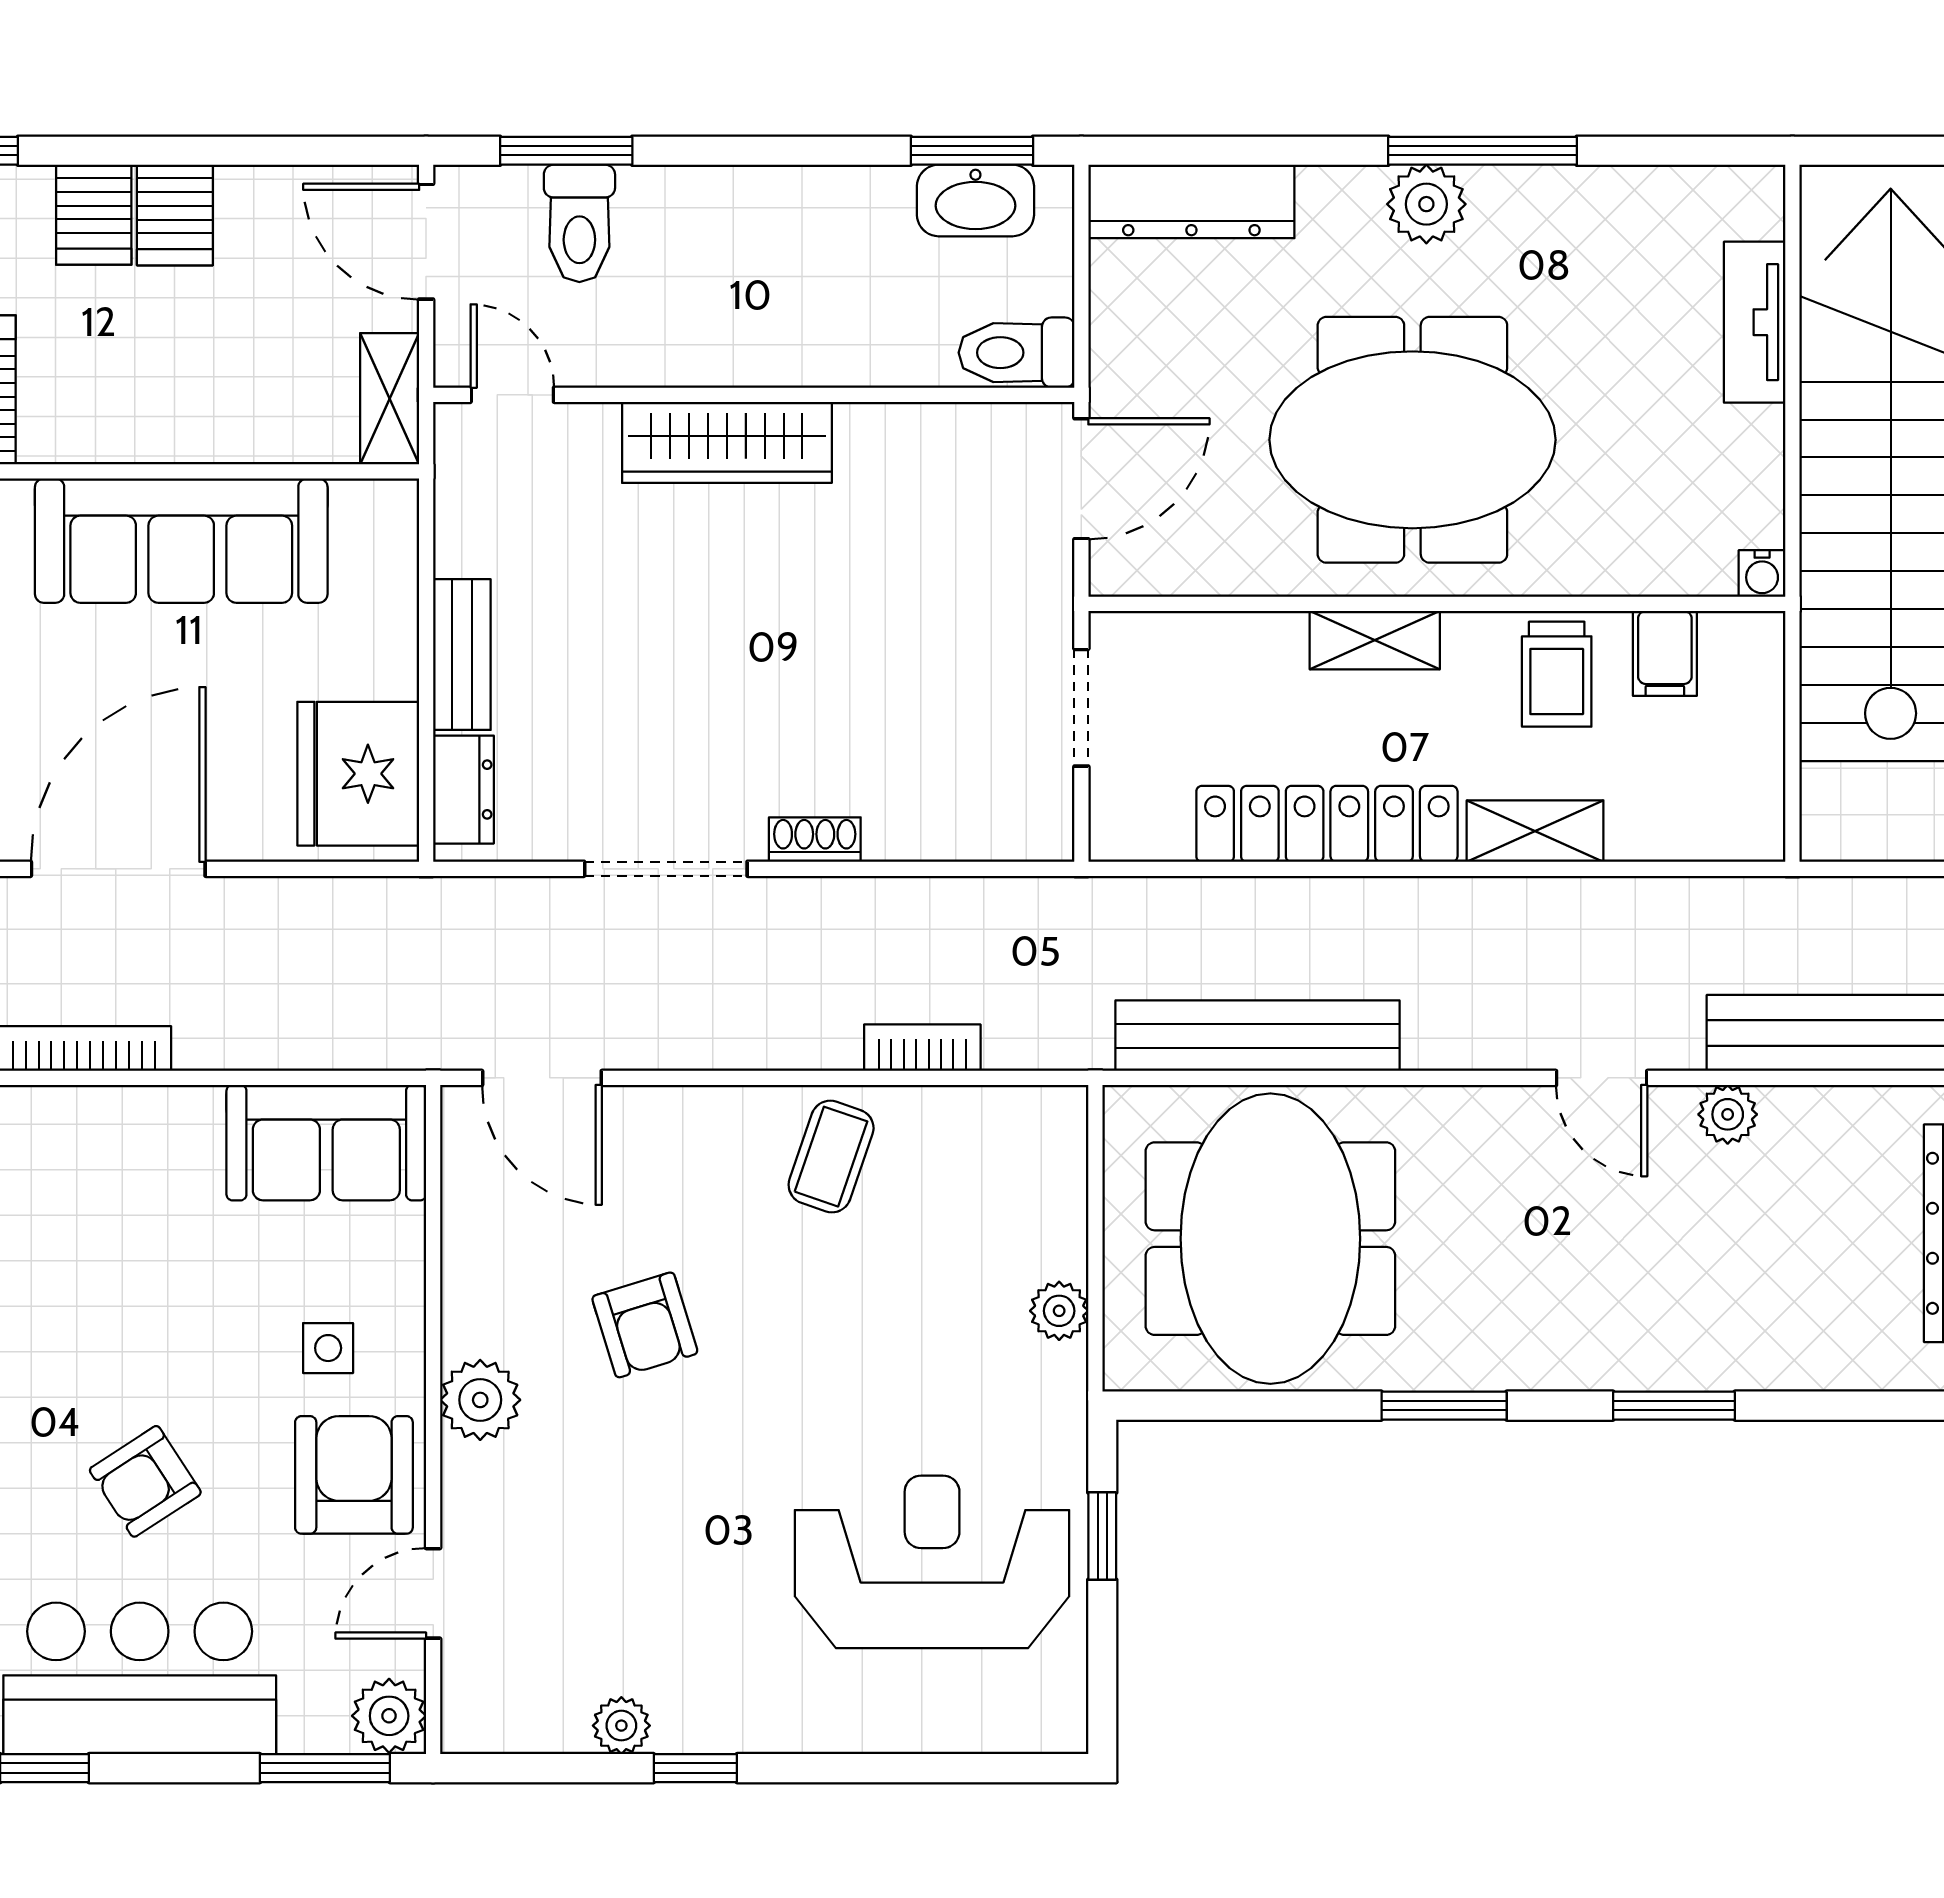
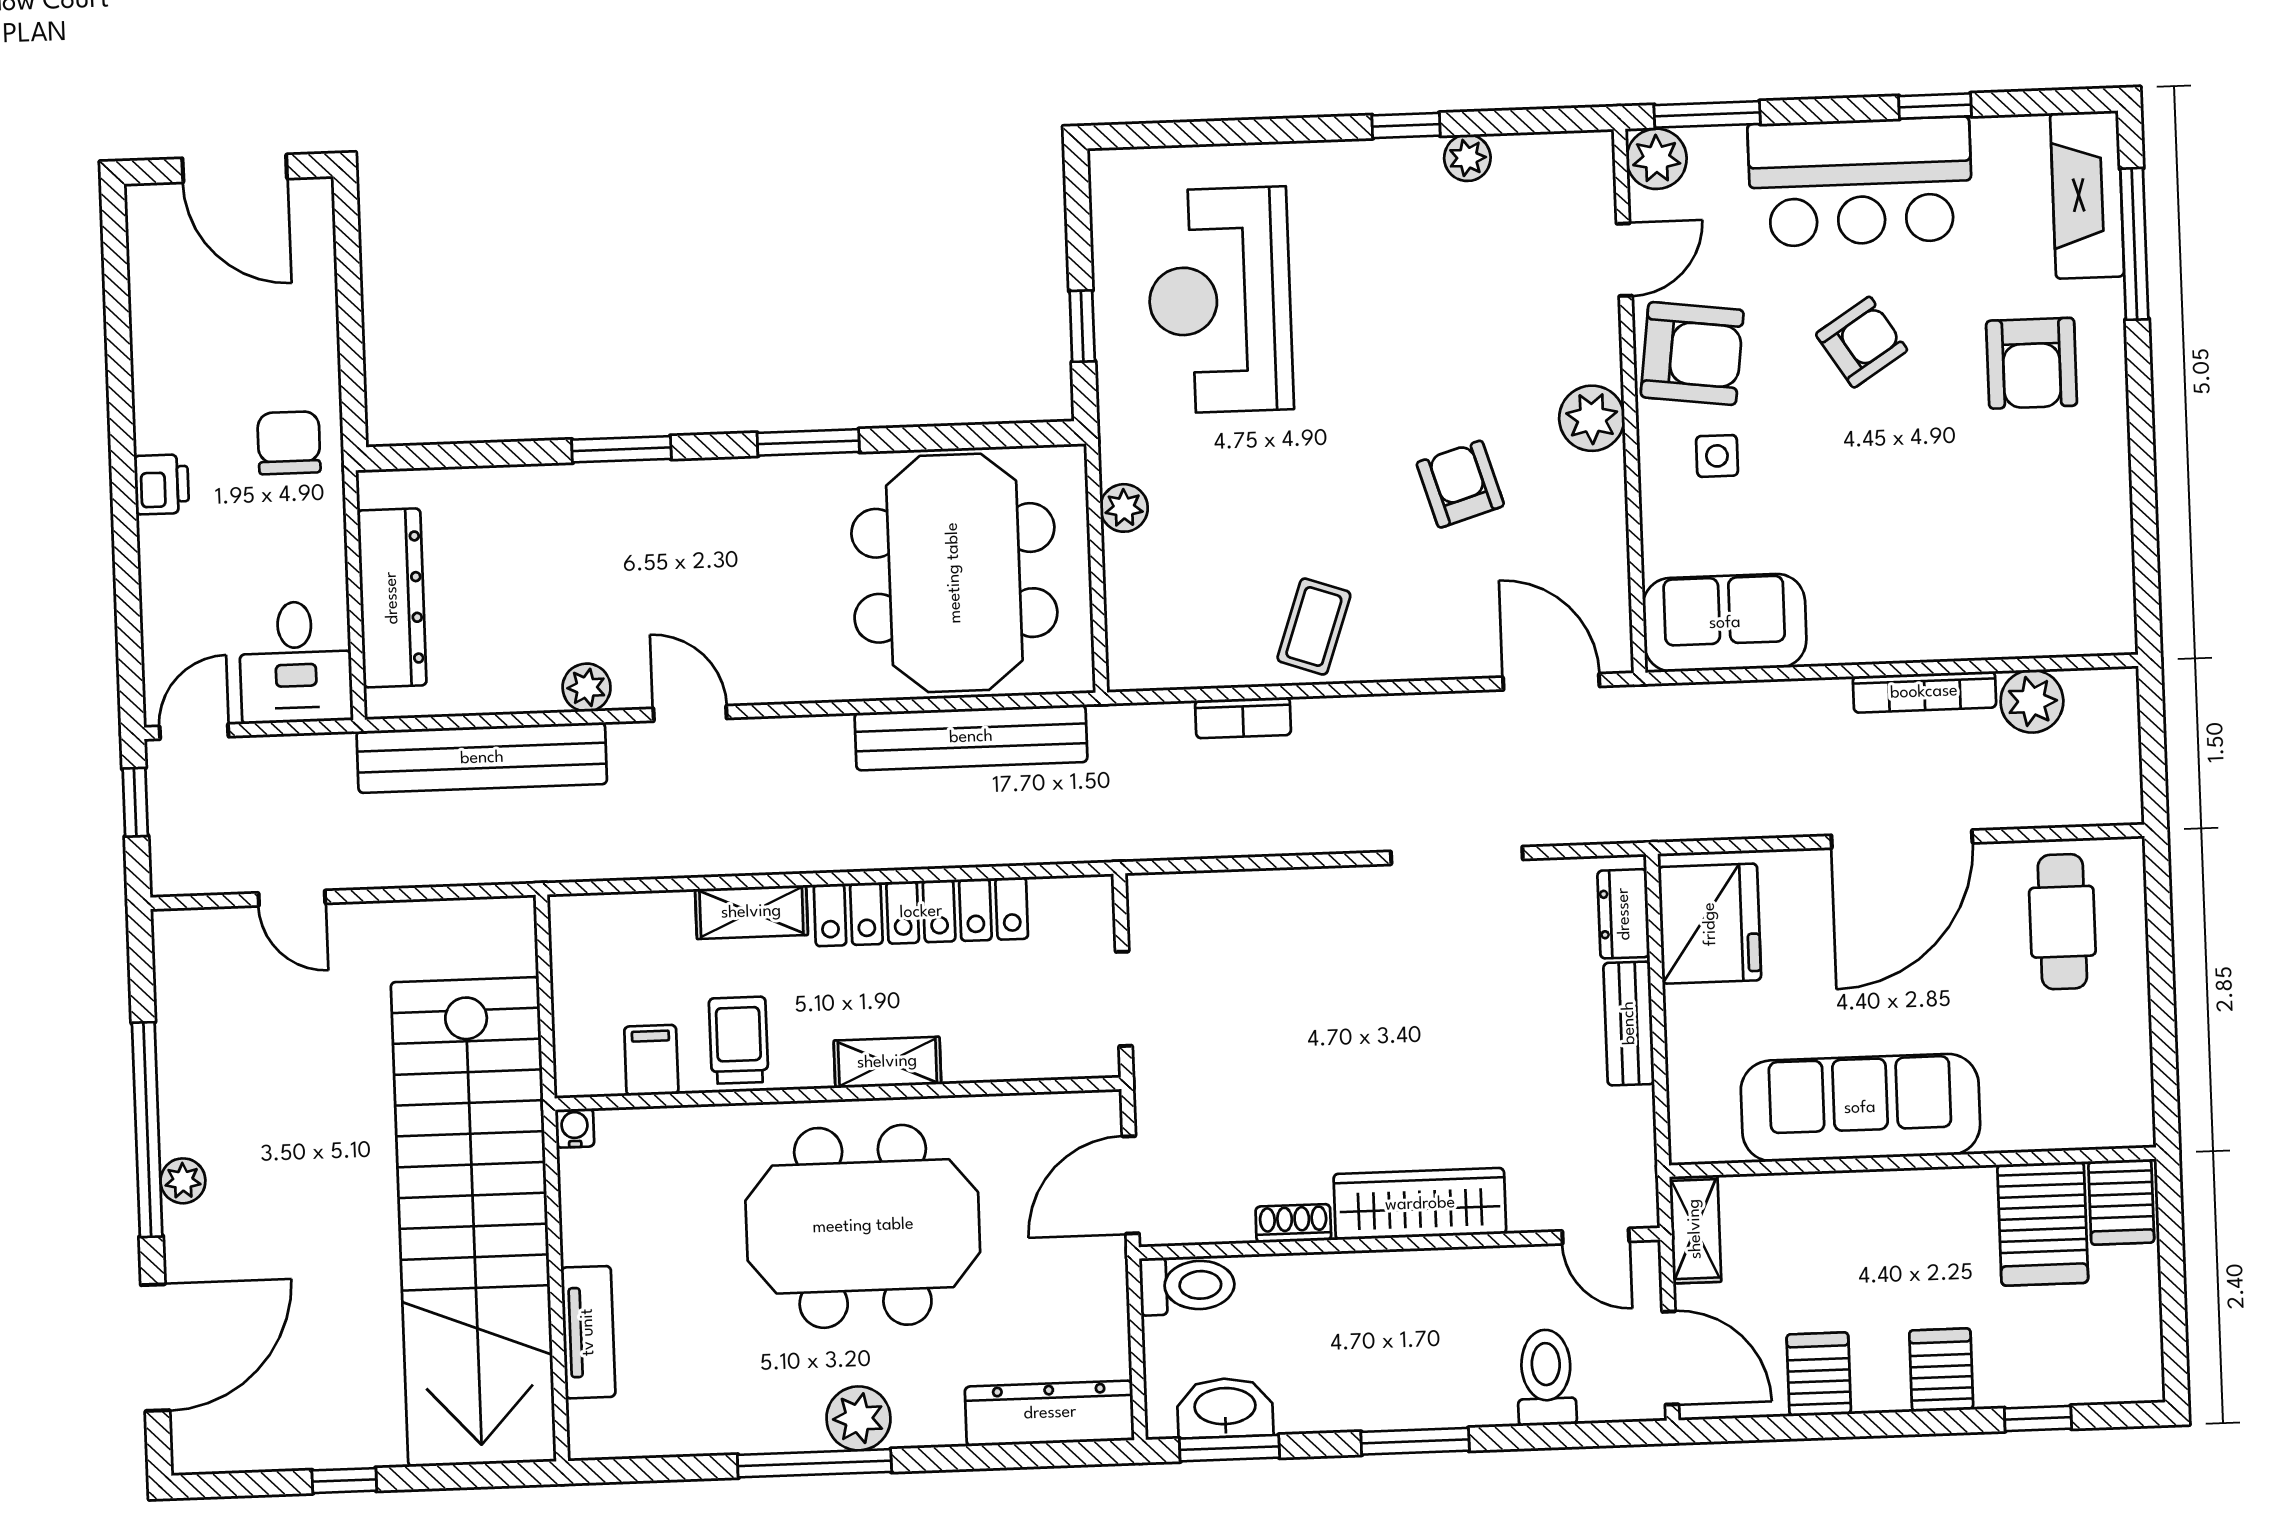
window: (566, 151) -> (1415, 1441), moved
server rack: (175, 215) -> (1819, 1374), moved
shoe rack: (815, 840) -> (1293, 1223), moved, turned 180
armchair: (354, 1475) -> (1692, 354), turned -83
reception desk: (932, 1562) -> (1220, 300), turned 90

